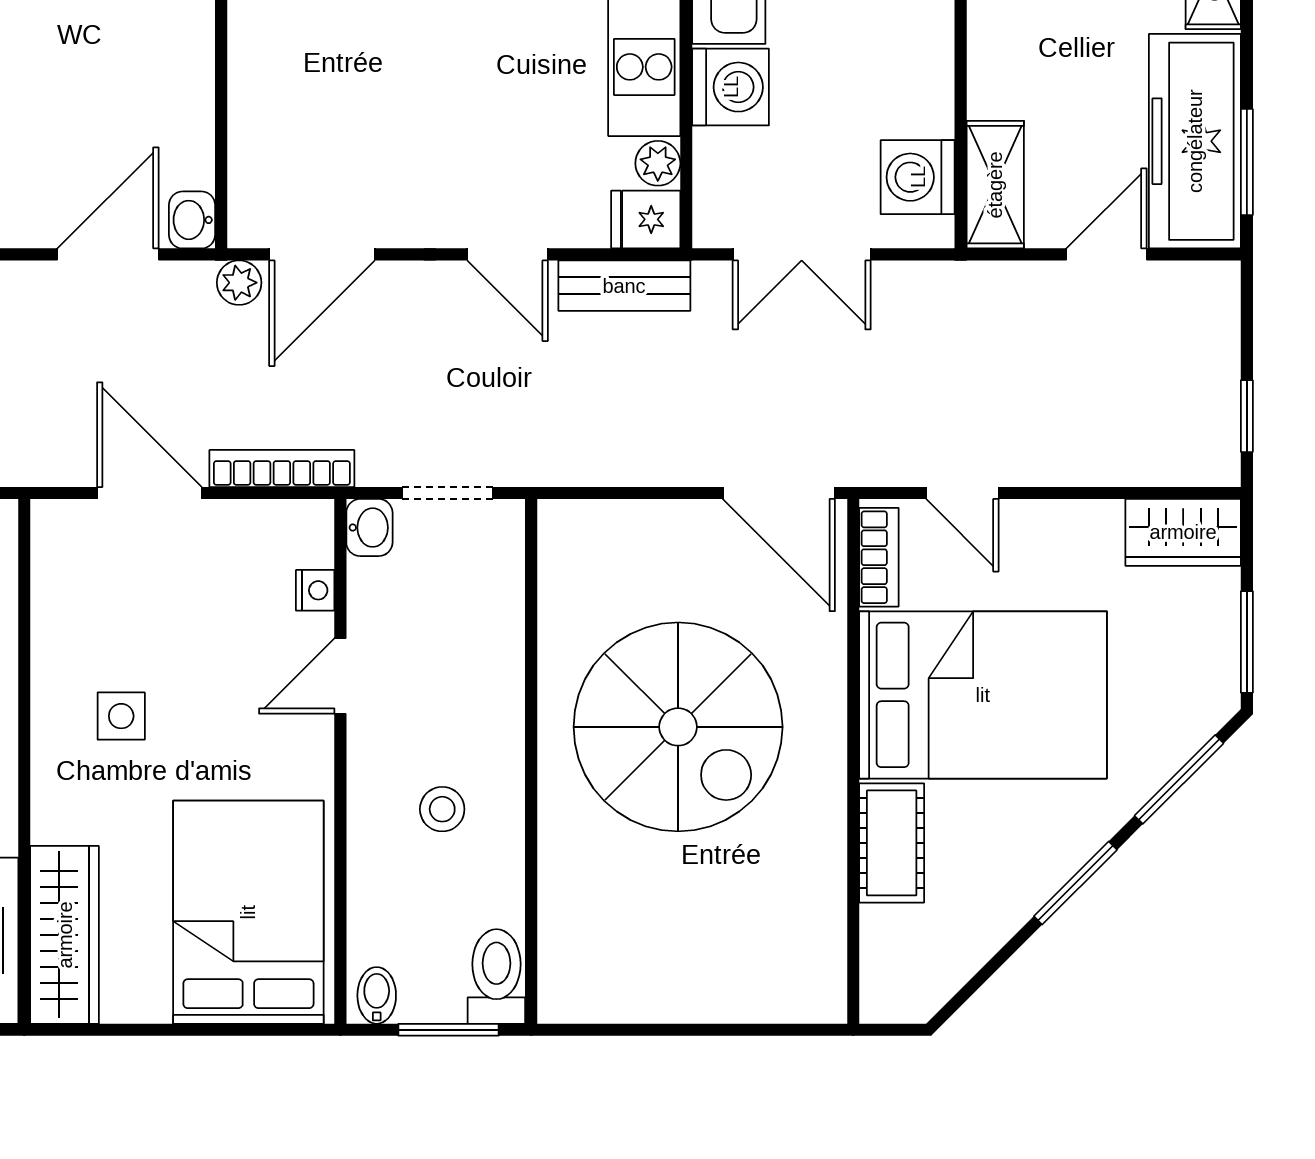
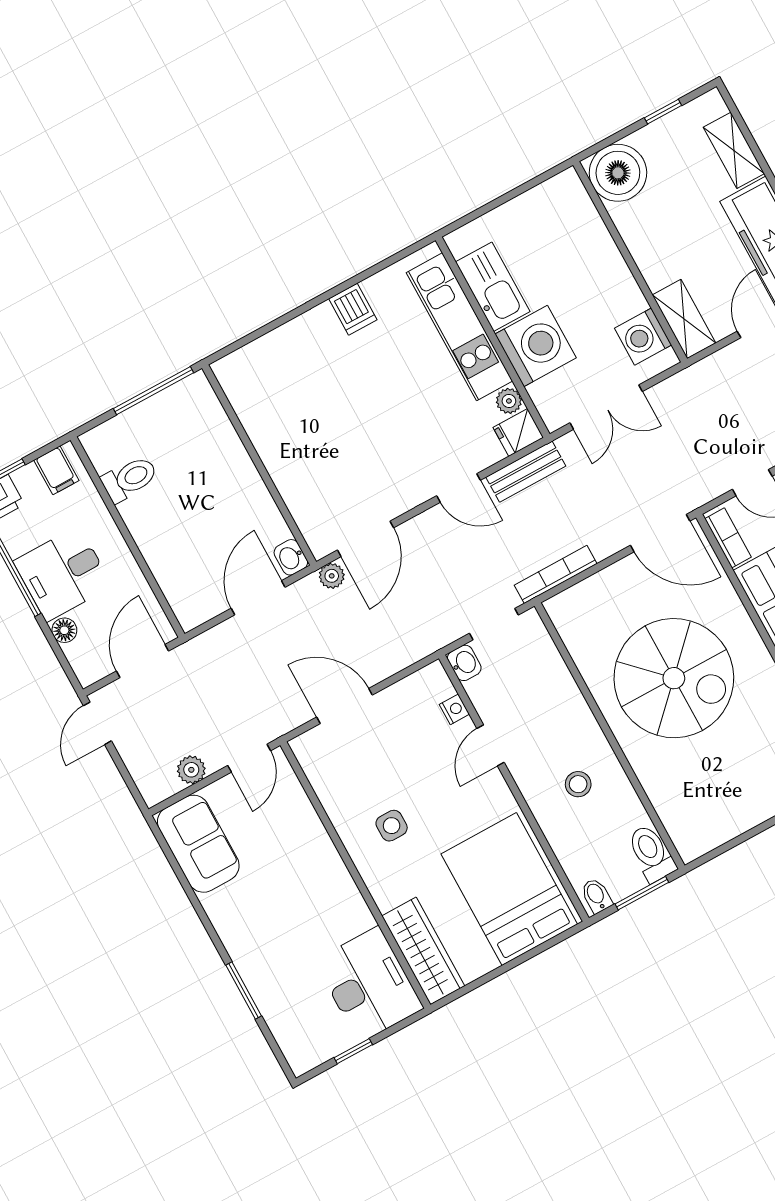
washing machine: (731, 87) -> (536, 346), width x1.37, depth x1.37
bookcase: (282, 468) -> (556, 574), moved

